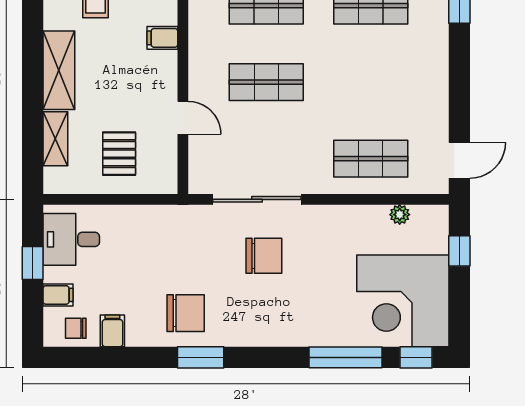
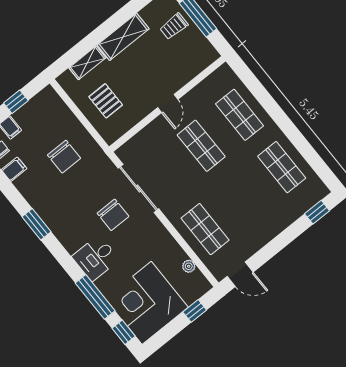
filing cabinet: (162, 38) -> (181, 76), removed
door: (183, 118) -> (168, 104), moved
pallet: (119, 154) -> (106, 101), turned 90
desk: (71, 239) -> (96, 258), moved, turned -90
chair: (186, 313) -> (64, 157), moved

